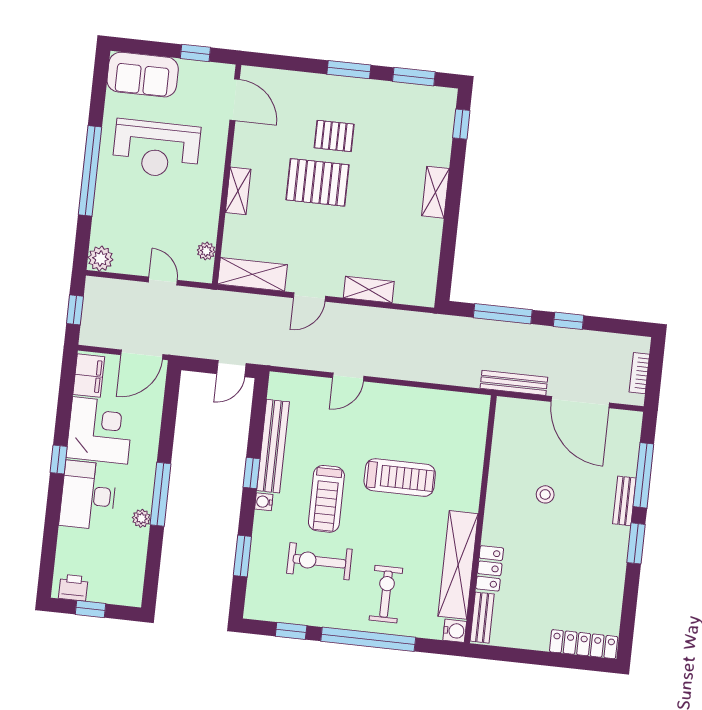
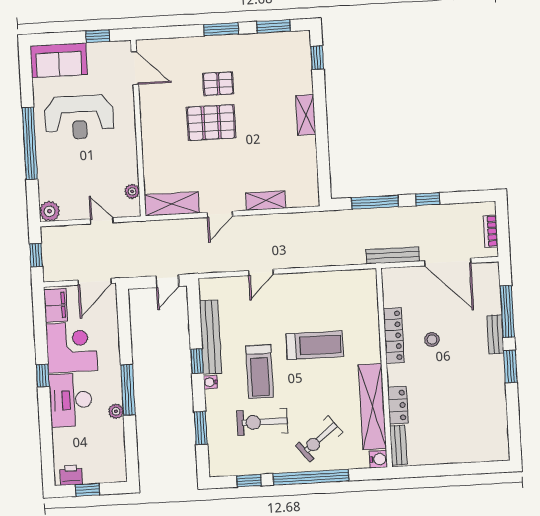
shelving: (238, 191) -> (149, 140), removed
exercise bike: (386, 594) -> (319, 439), turned -129
locker: (584, 644) -> (394, 335), moved, turned 90

